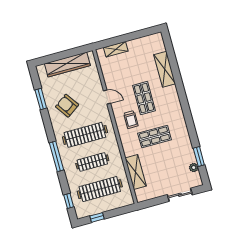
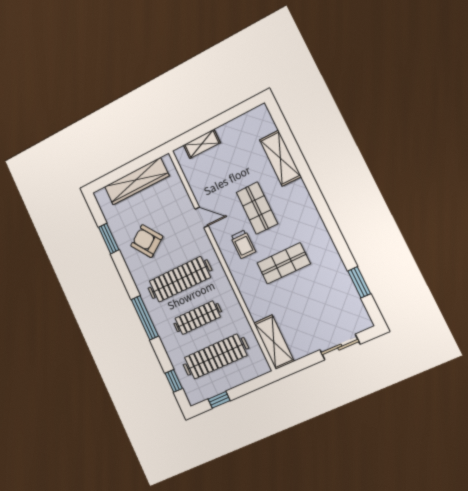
plant: (194, 168) -> (354, 301), removed
shelving: (136, 172) -> (274, 342), moved

